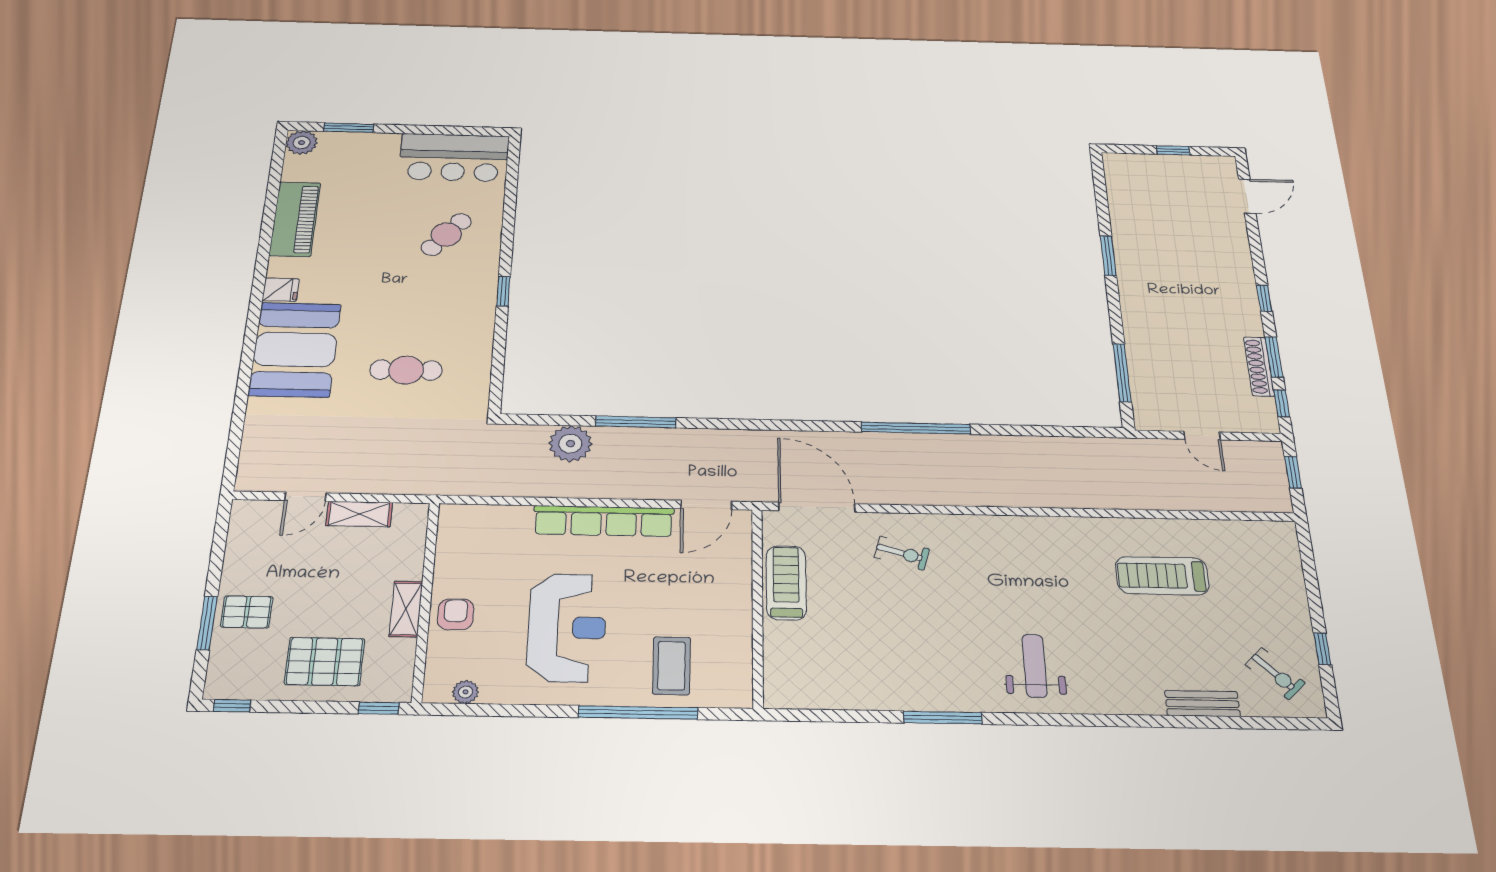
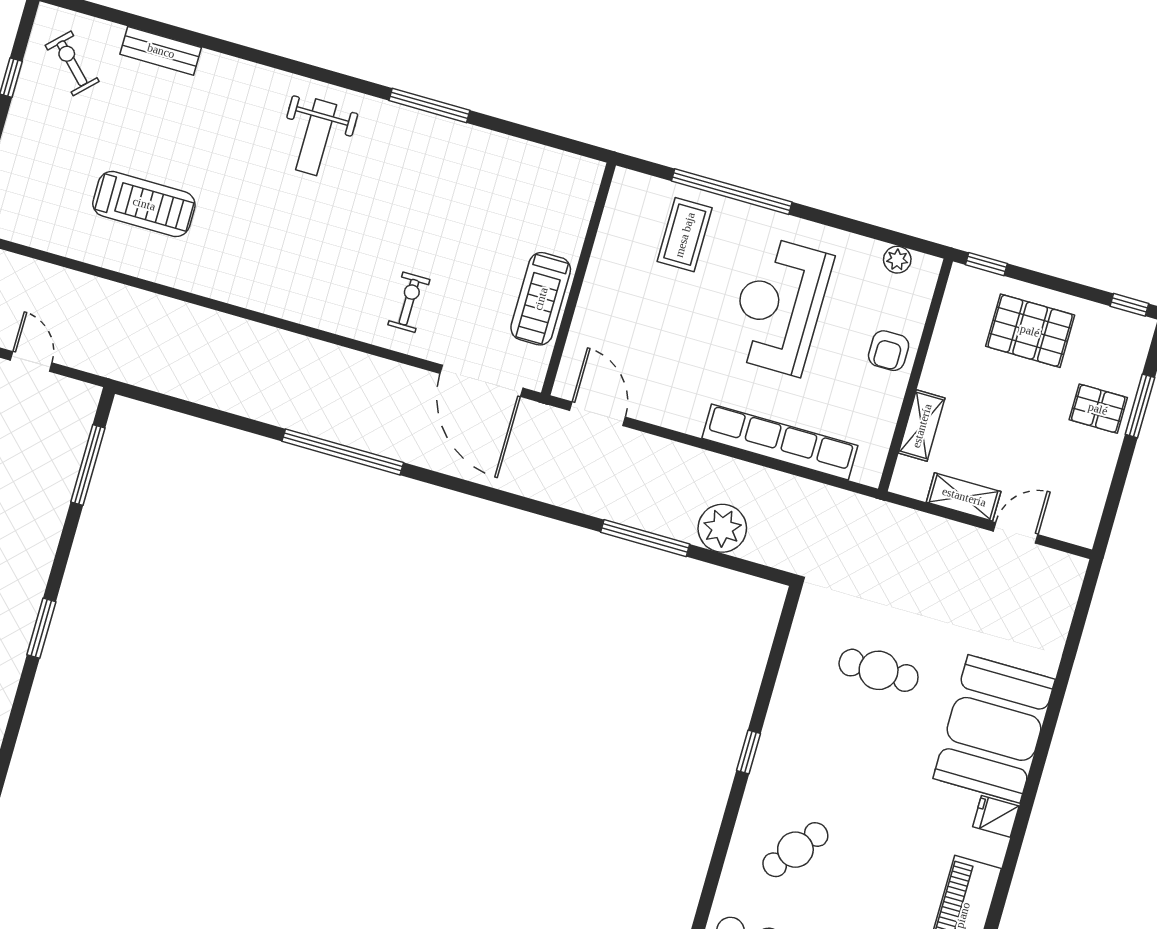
door: (706, 505) -> (598, 414), hinge flipped
row of seats: (604, 521) -> (780, 442), moved
exercise bike: (902, 553) -> (409, 302), turned 74
shelving: (406, 609) -> (922, 426), moved

